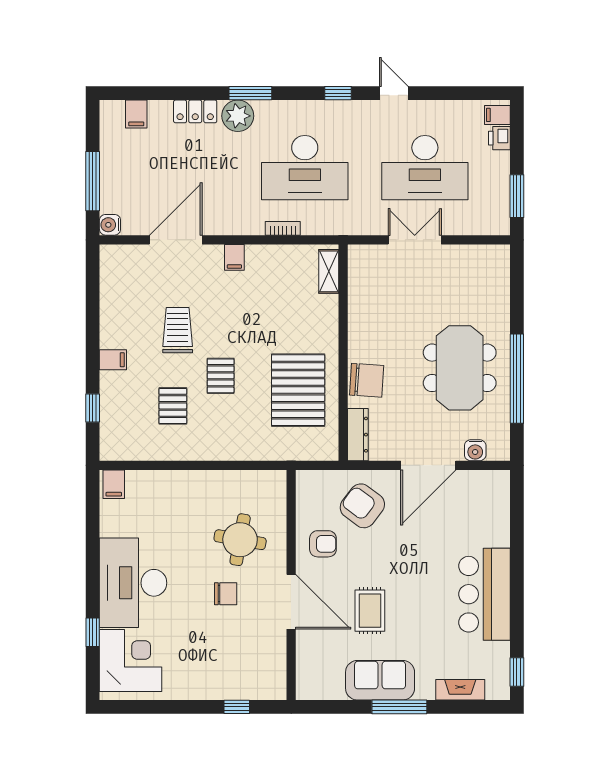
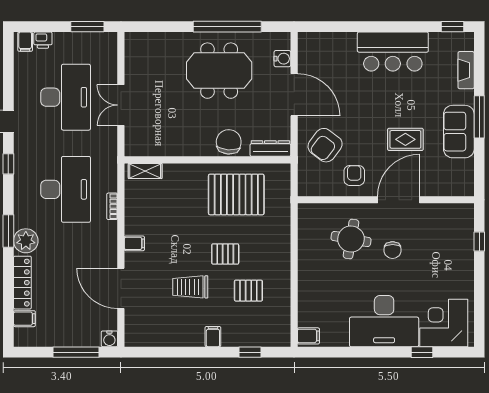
locker: (195, 111) -> (22, 283), width x1.53
chair: (226, 594) -> (393, 250), turned 180

